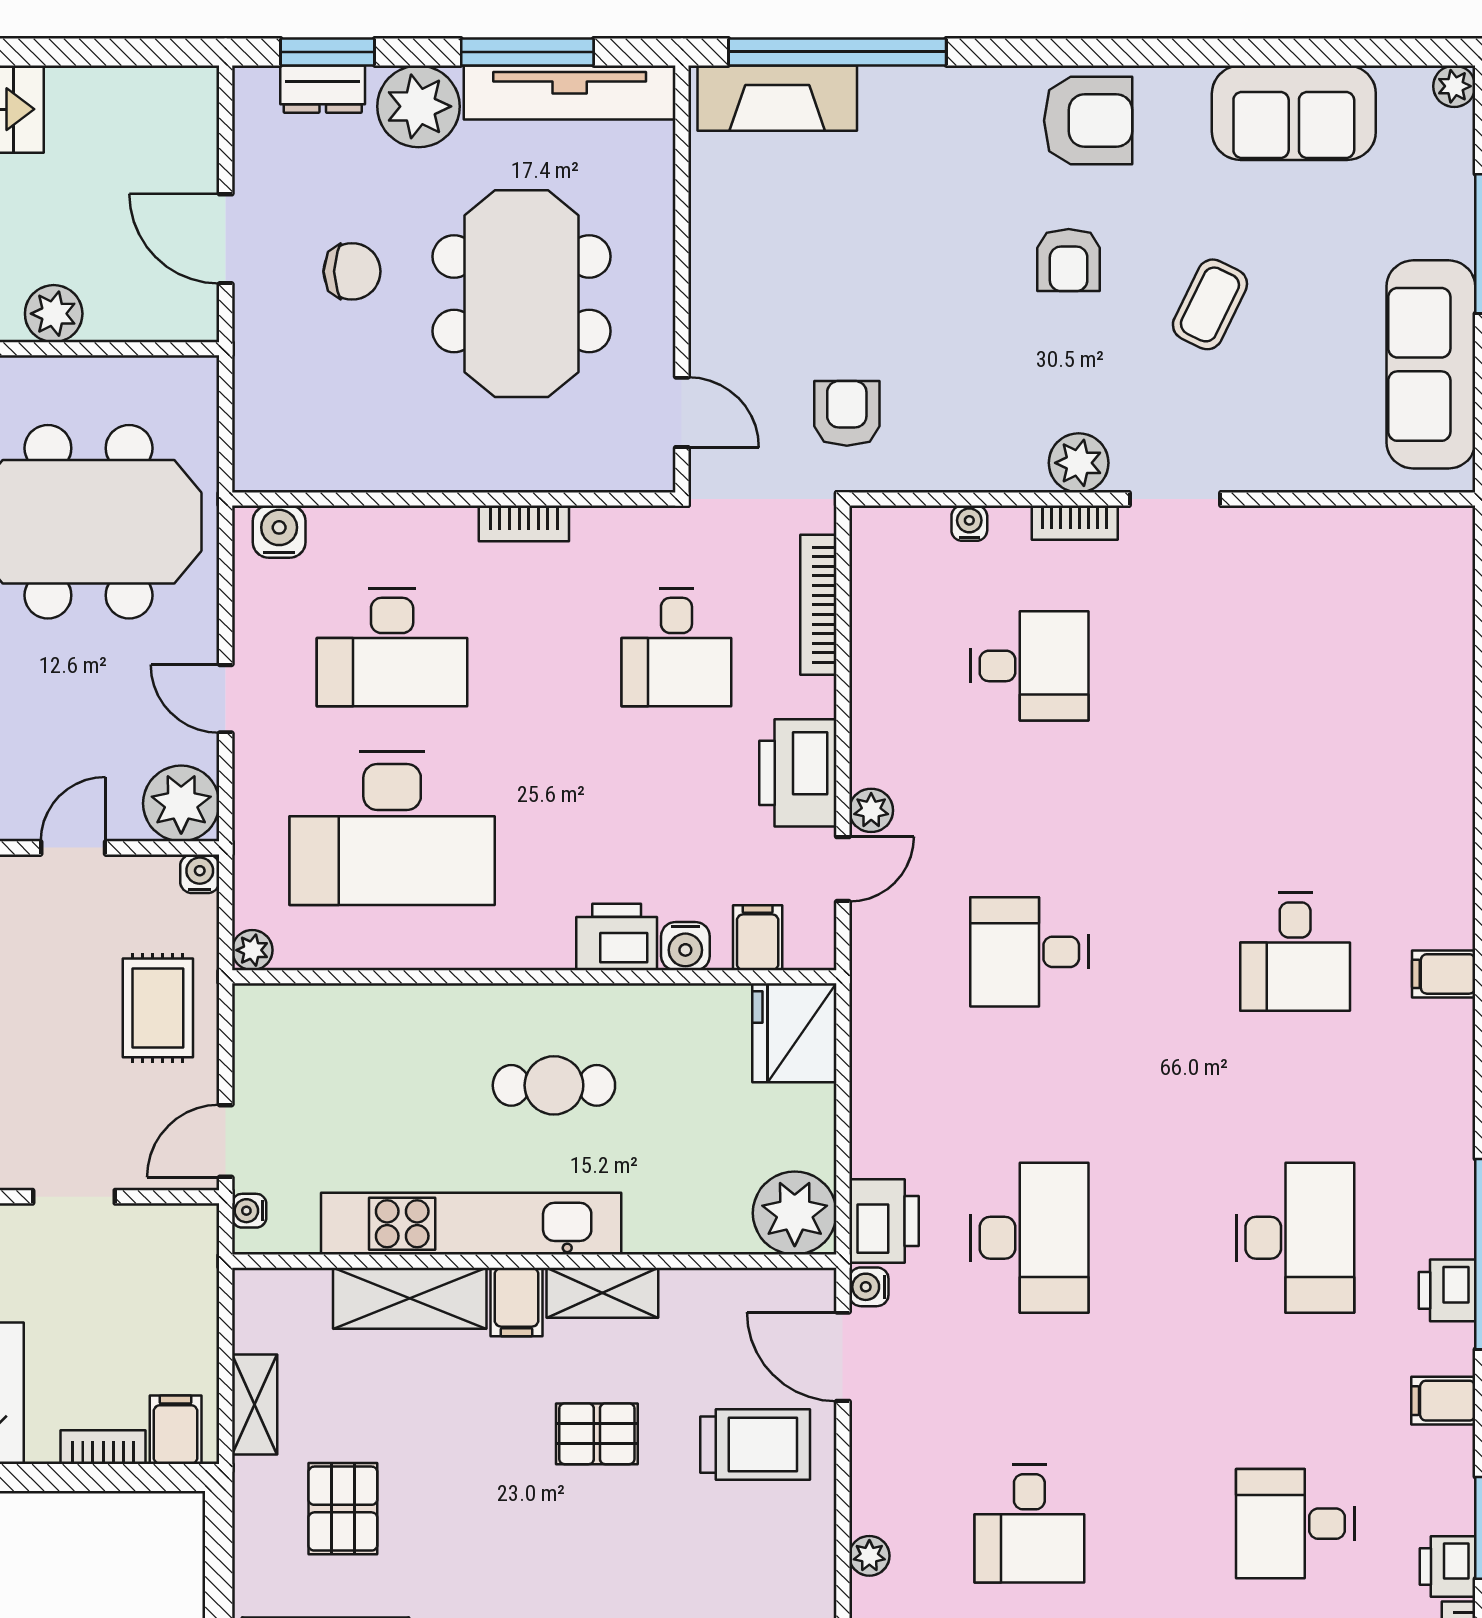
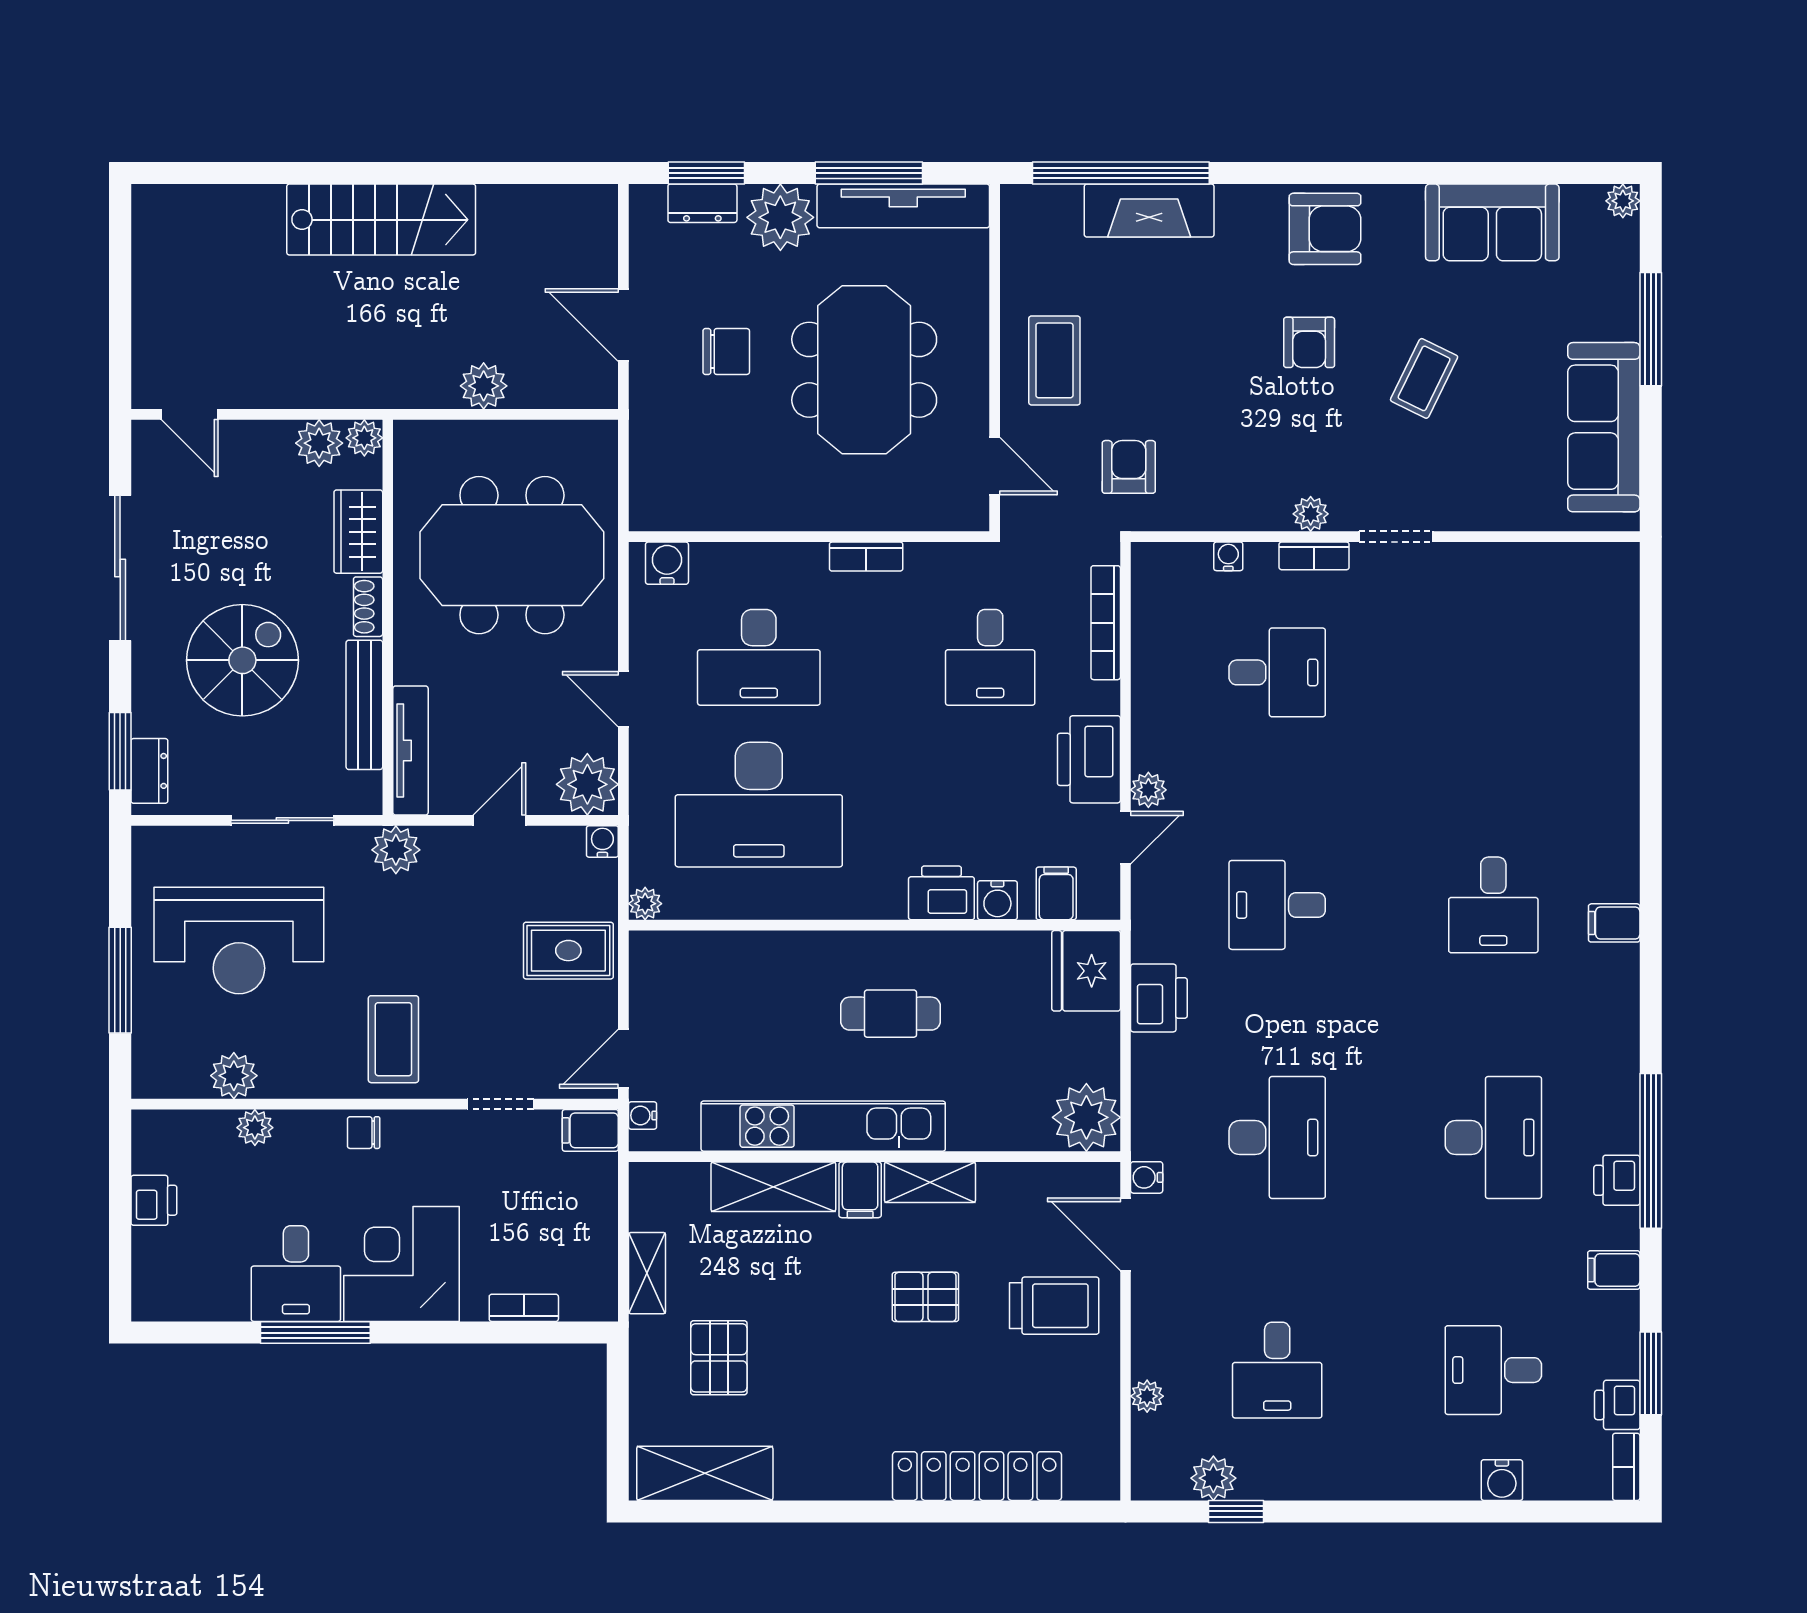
fireplace: (777, 98) -> (1149, 211), moved
coffee table: (755, 282) -> (1054, 360), added
plant: (1079, 463) -> (1311, 514), width x0.73, depth x0.73
rug: (158, 1008) -> (568, 951), turned 90
printer: (884, 1221) -> (1159, 998), moved
filing cabinet: (176, 1430) -> (590, 1130), moved, turned -90

